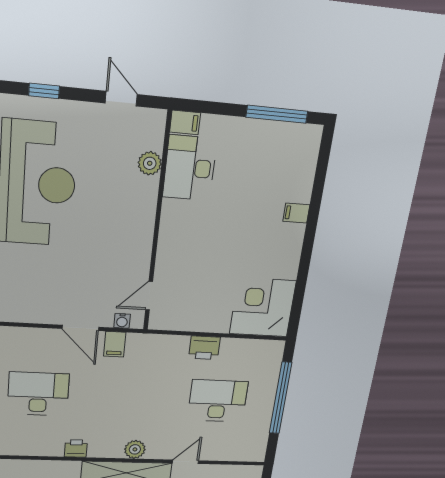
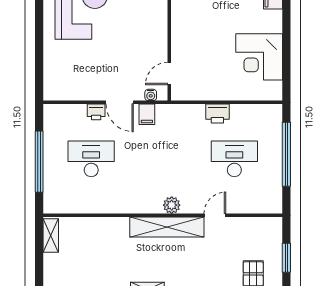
corner desk: (263, 307) -> (259, 57), moved, turned -90
printer: (76, 448) -> (96, 112), moved, turned 180

